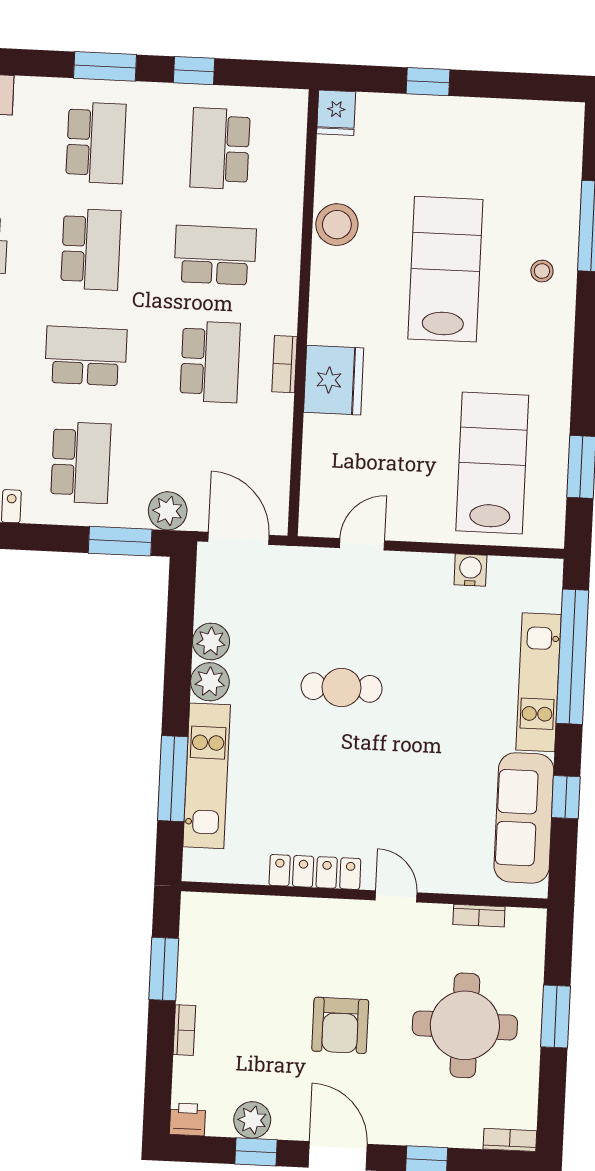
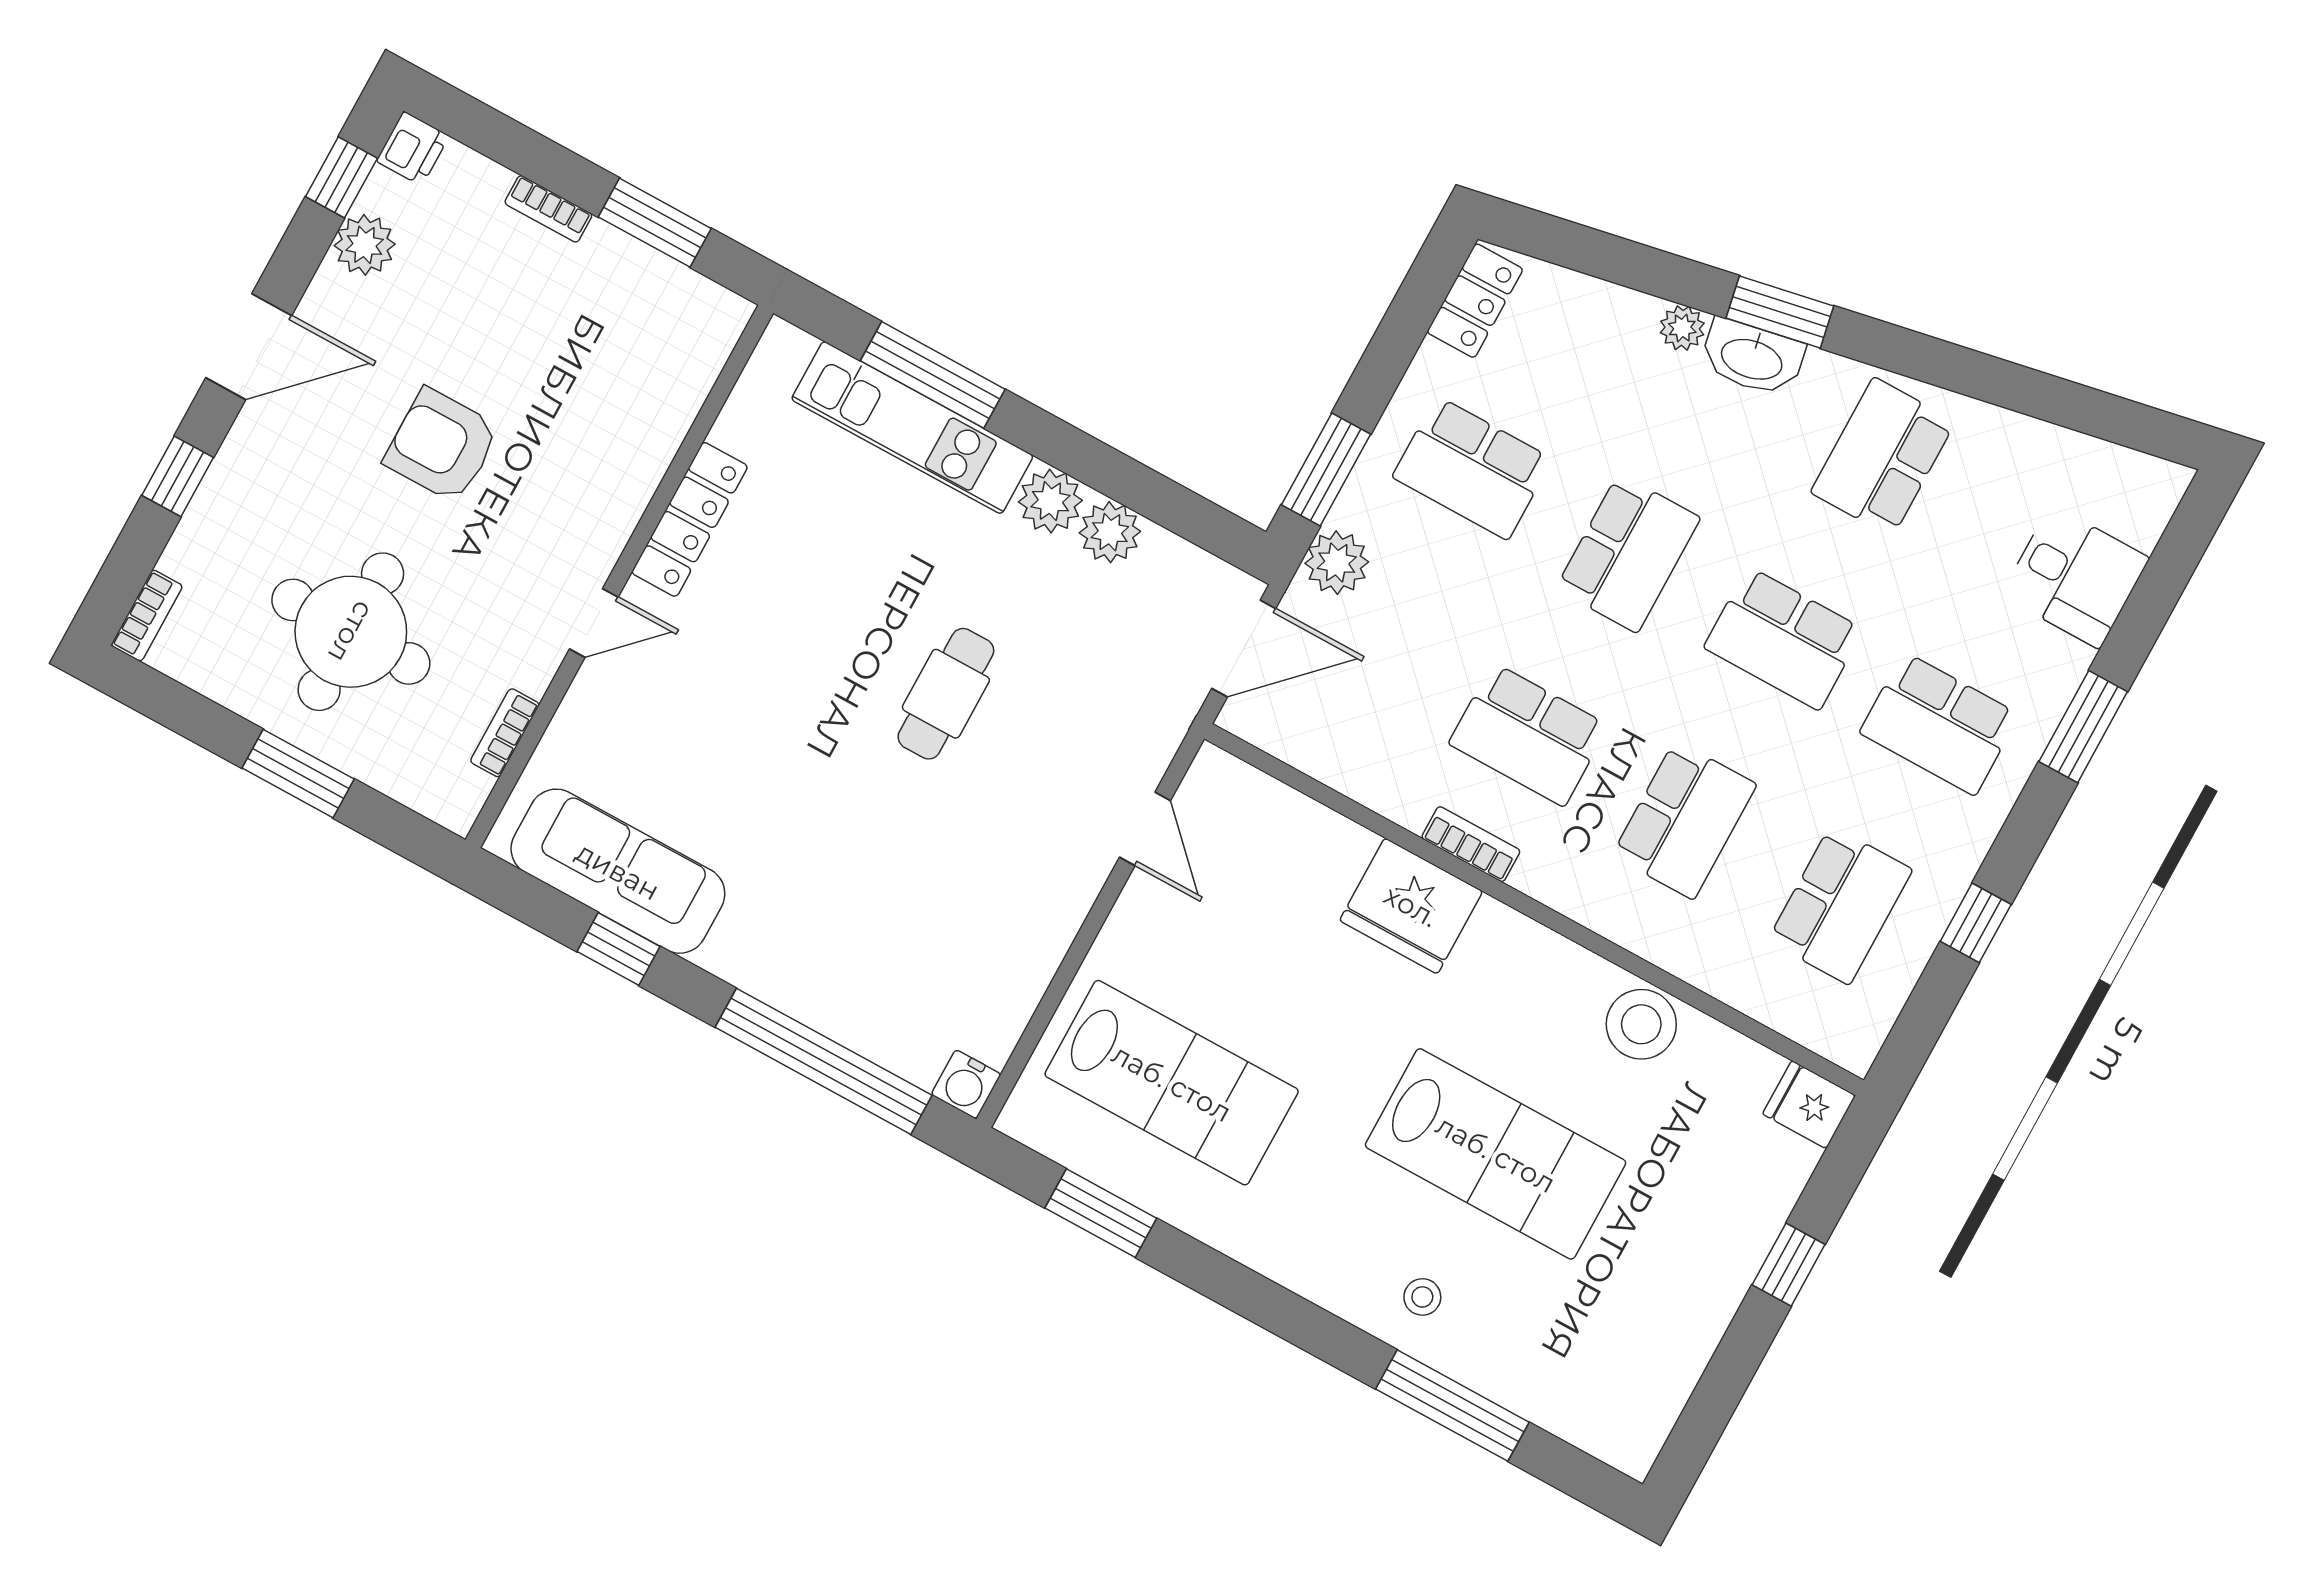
window: (105, 66) -> (2083, 727), moved
school desk: (220, 149) -> (1840, 905), turned 90
water cooler: (470, 570) -> (966, 1084), moved, turned 90
kitchen unit: (538, 682) -> (810, 992), removed
window: (256, 1152) -> (341, 177), moved

